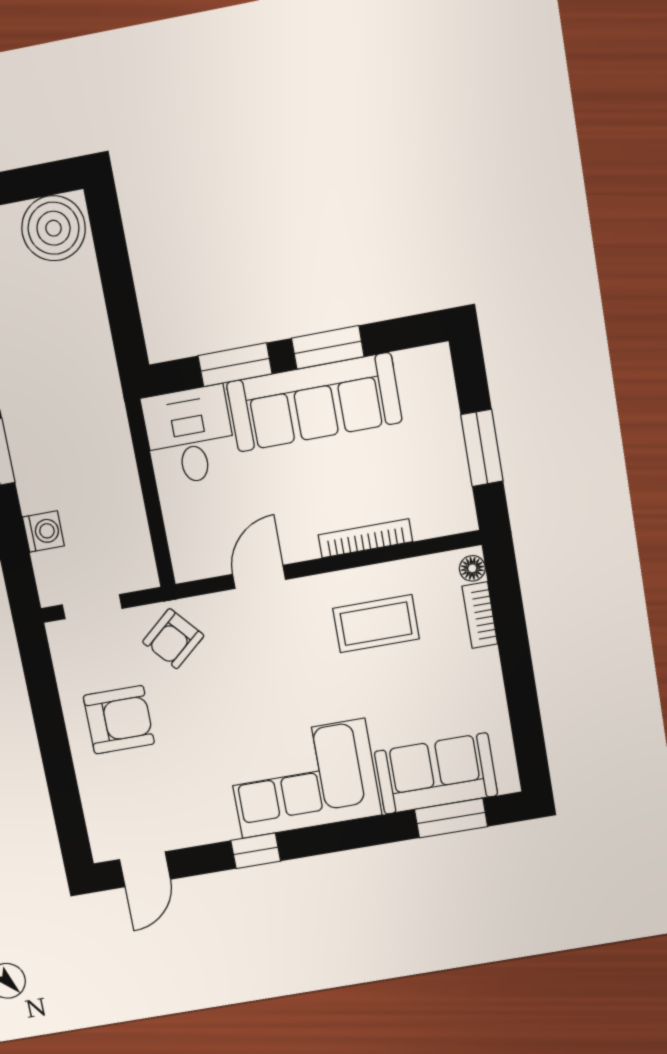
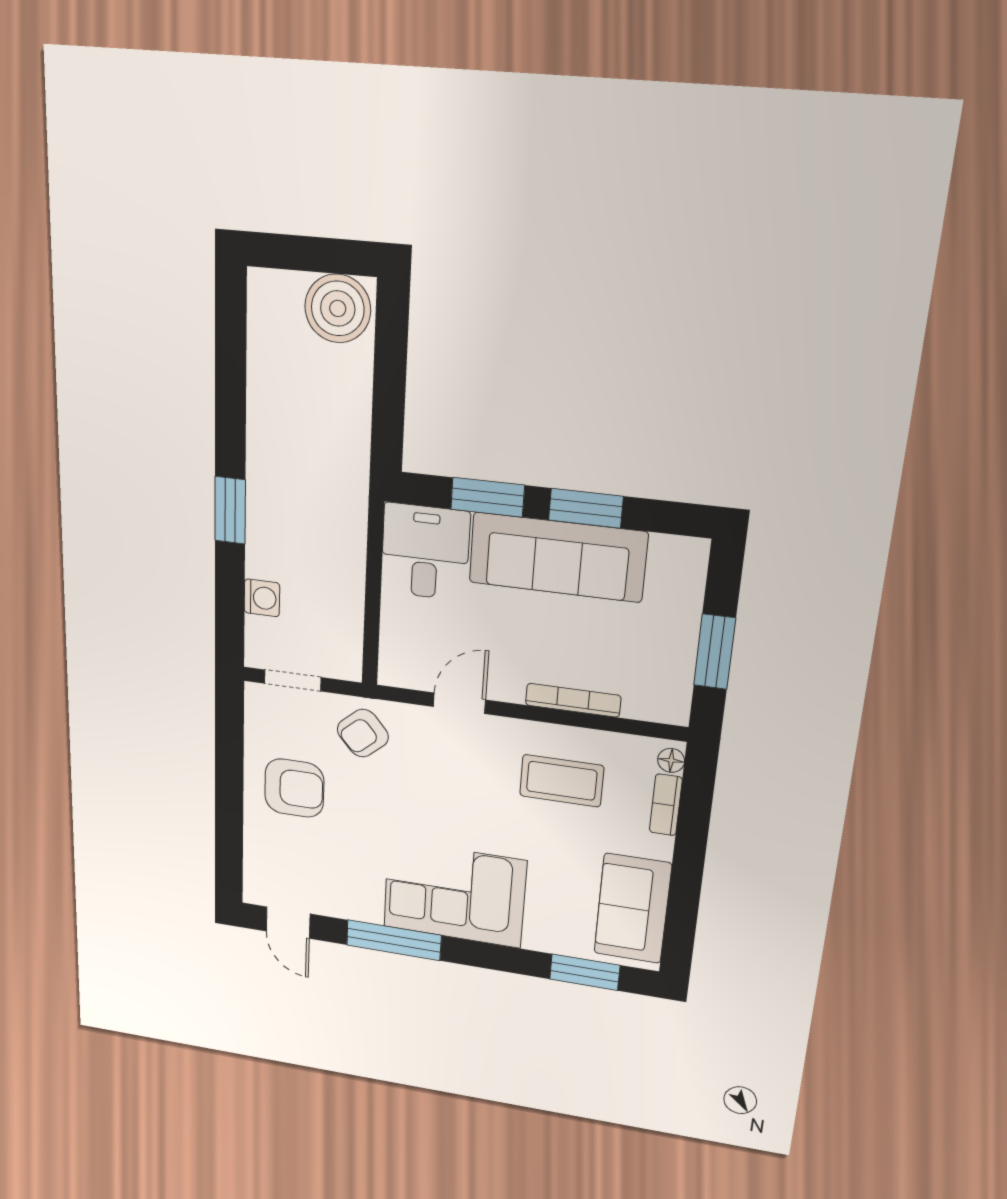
sofa: (436, 774) -> (633, 909), moved, turned -90
window: (256, 851) -> (394, 940), width x2.17
door: (145, 869) -> (288, 923), hinge flipped

